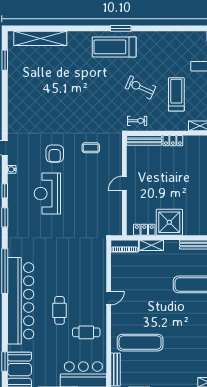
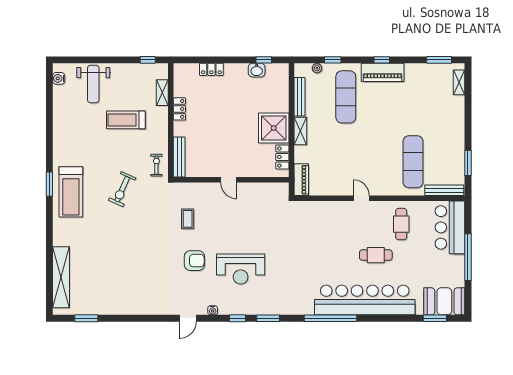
exercise bike: (140, 87) -> (122, 189), moved
locker: (173, 141) -> (179, 109), moved
shelving: (151, 245) -> (300, 131), moved

